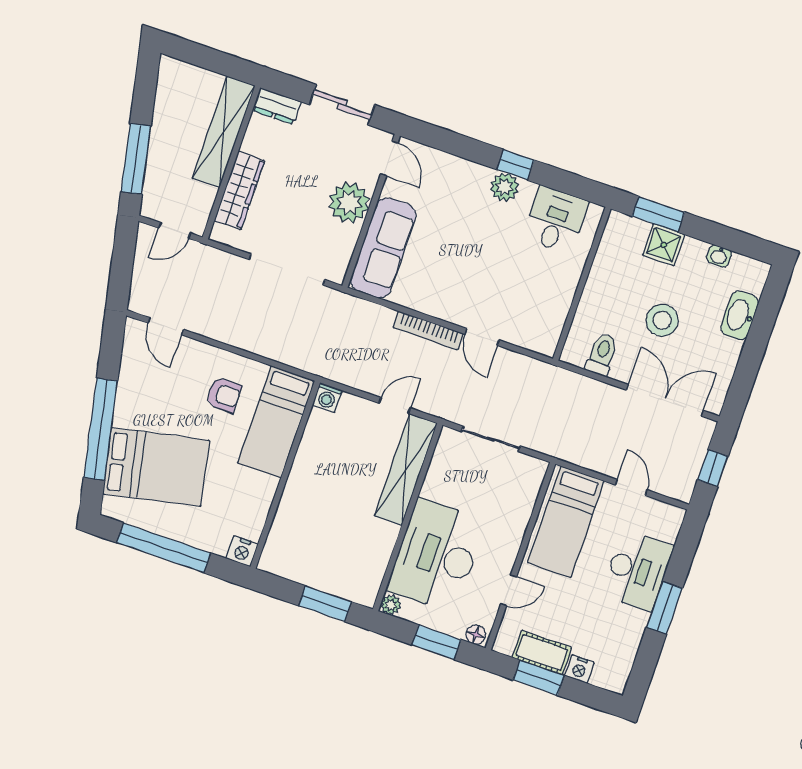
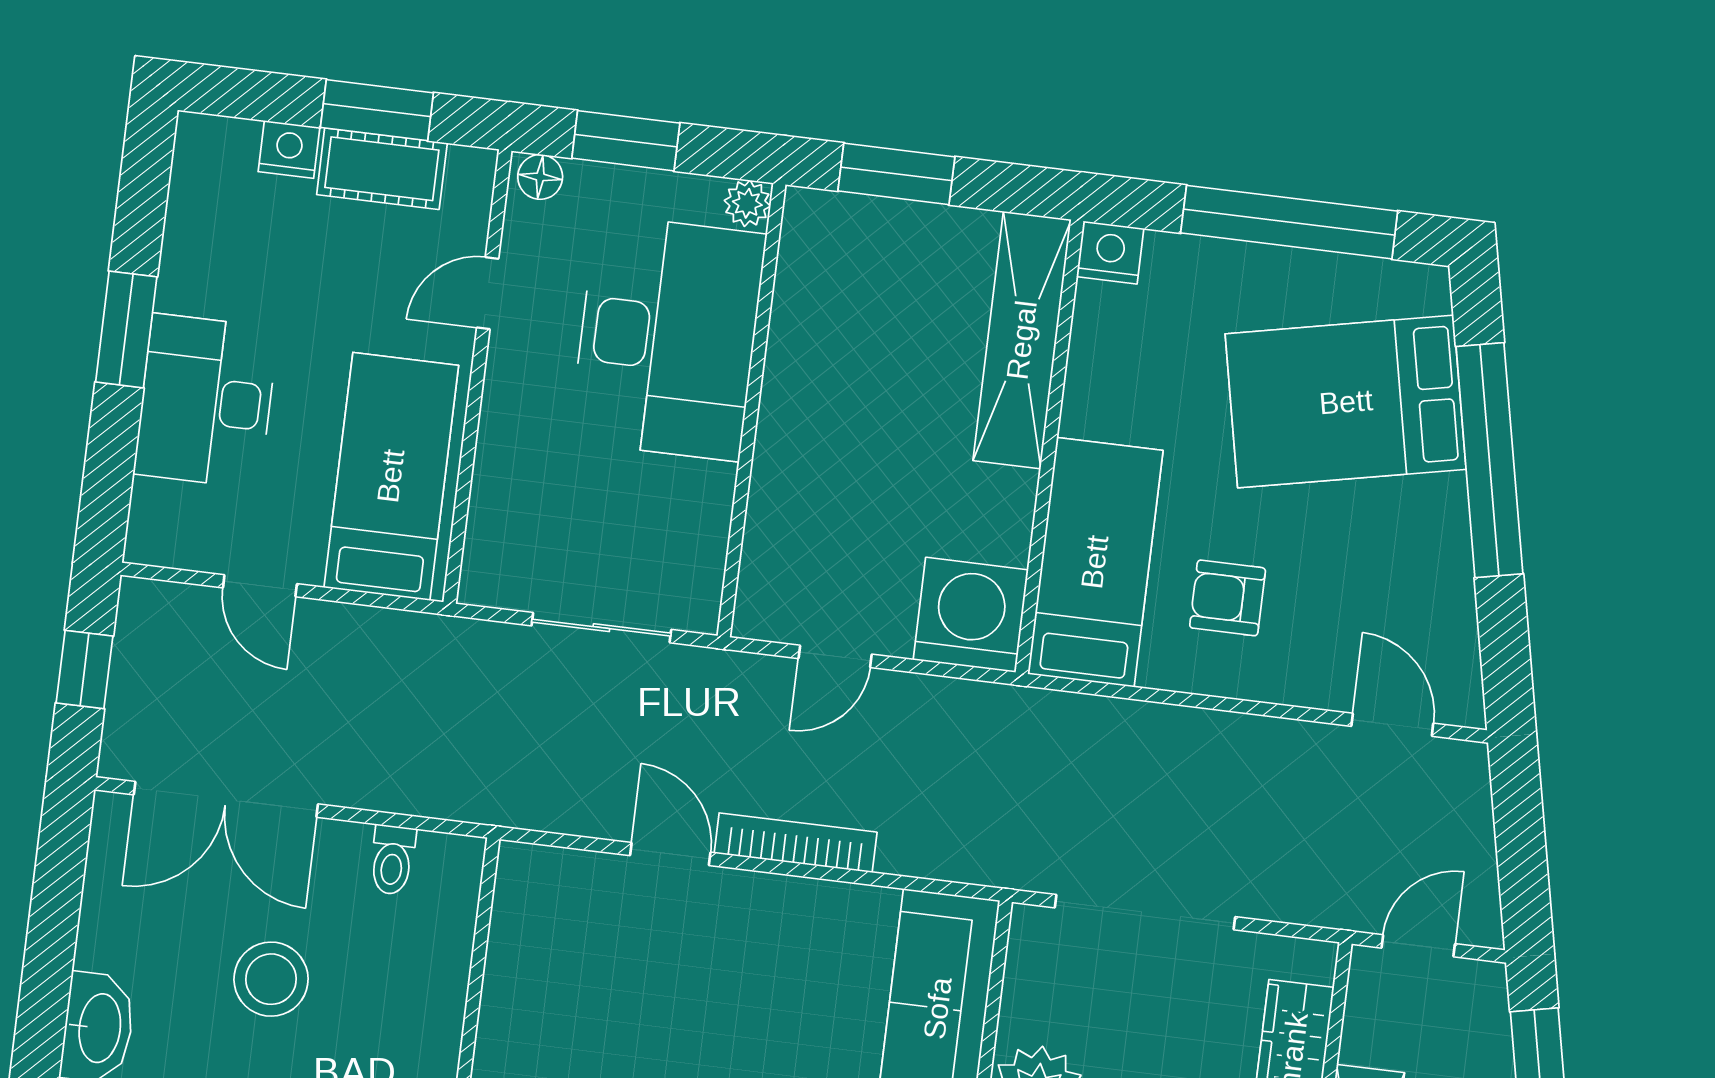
toilet: (602, 354) -> (392, 860), width x0.73, depth x0.72
washing machine: (327, 397) -> (971, 615), width x1.89, depth x1.89
shelving: (406, 470) -> (1022, 340), moved

